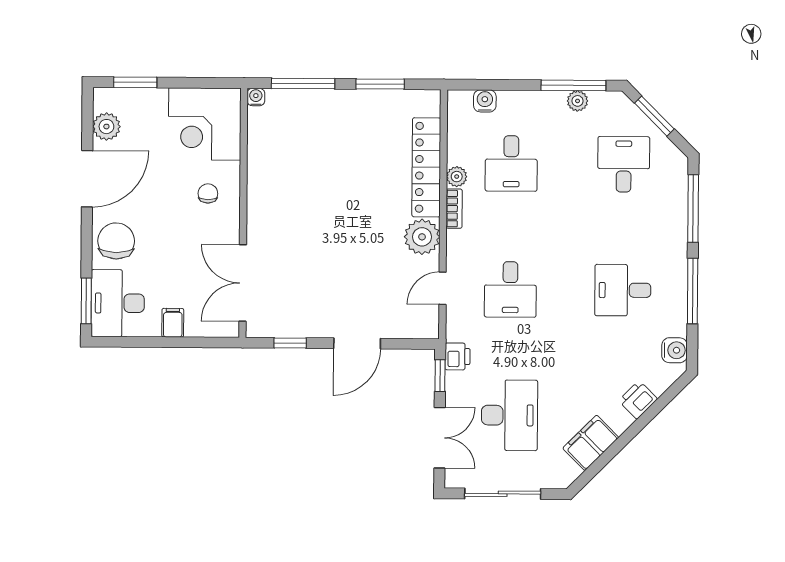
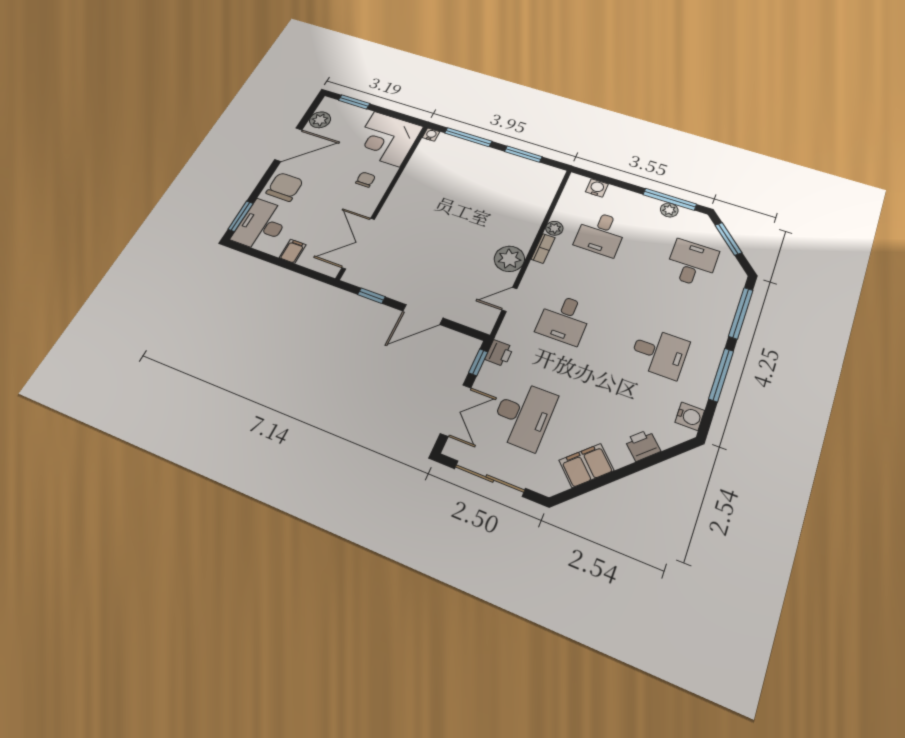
locker: (426, 167) -> (534, 215), removed
desk: (623, 290) -> (659, 353), turned 180

